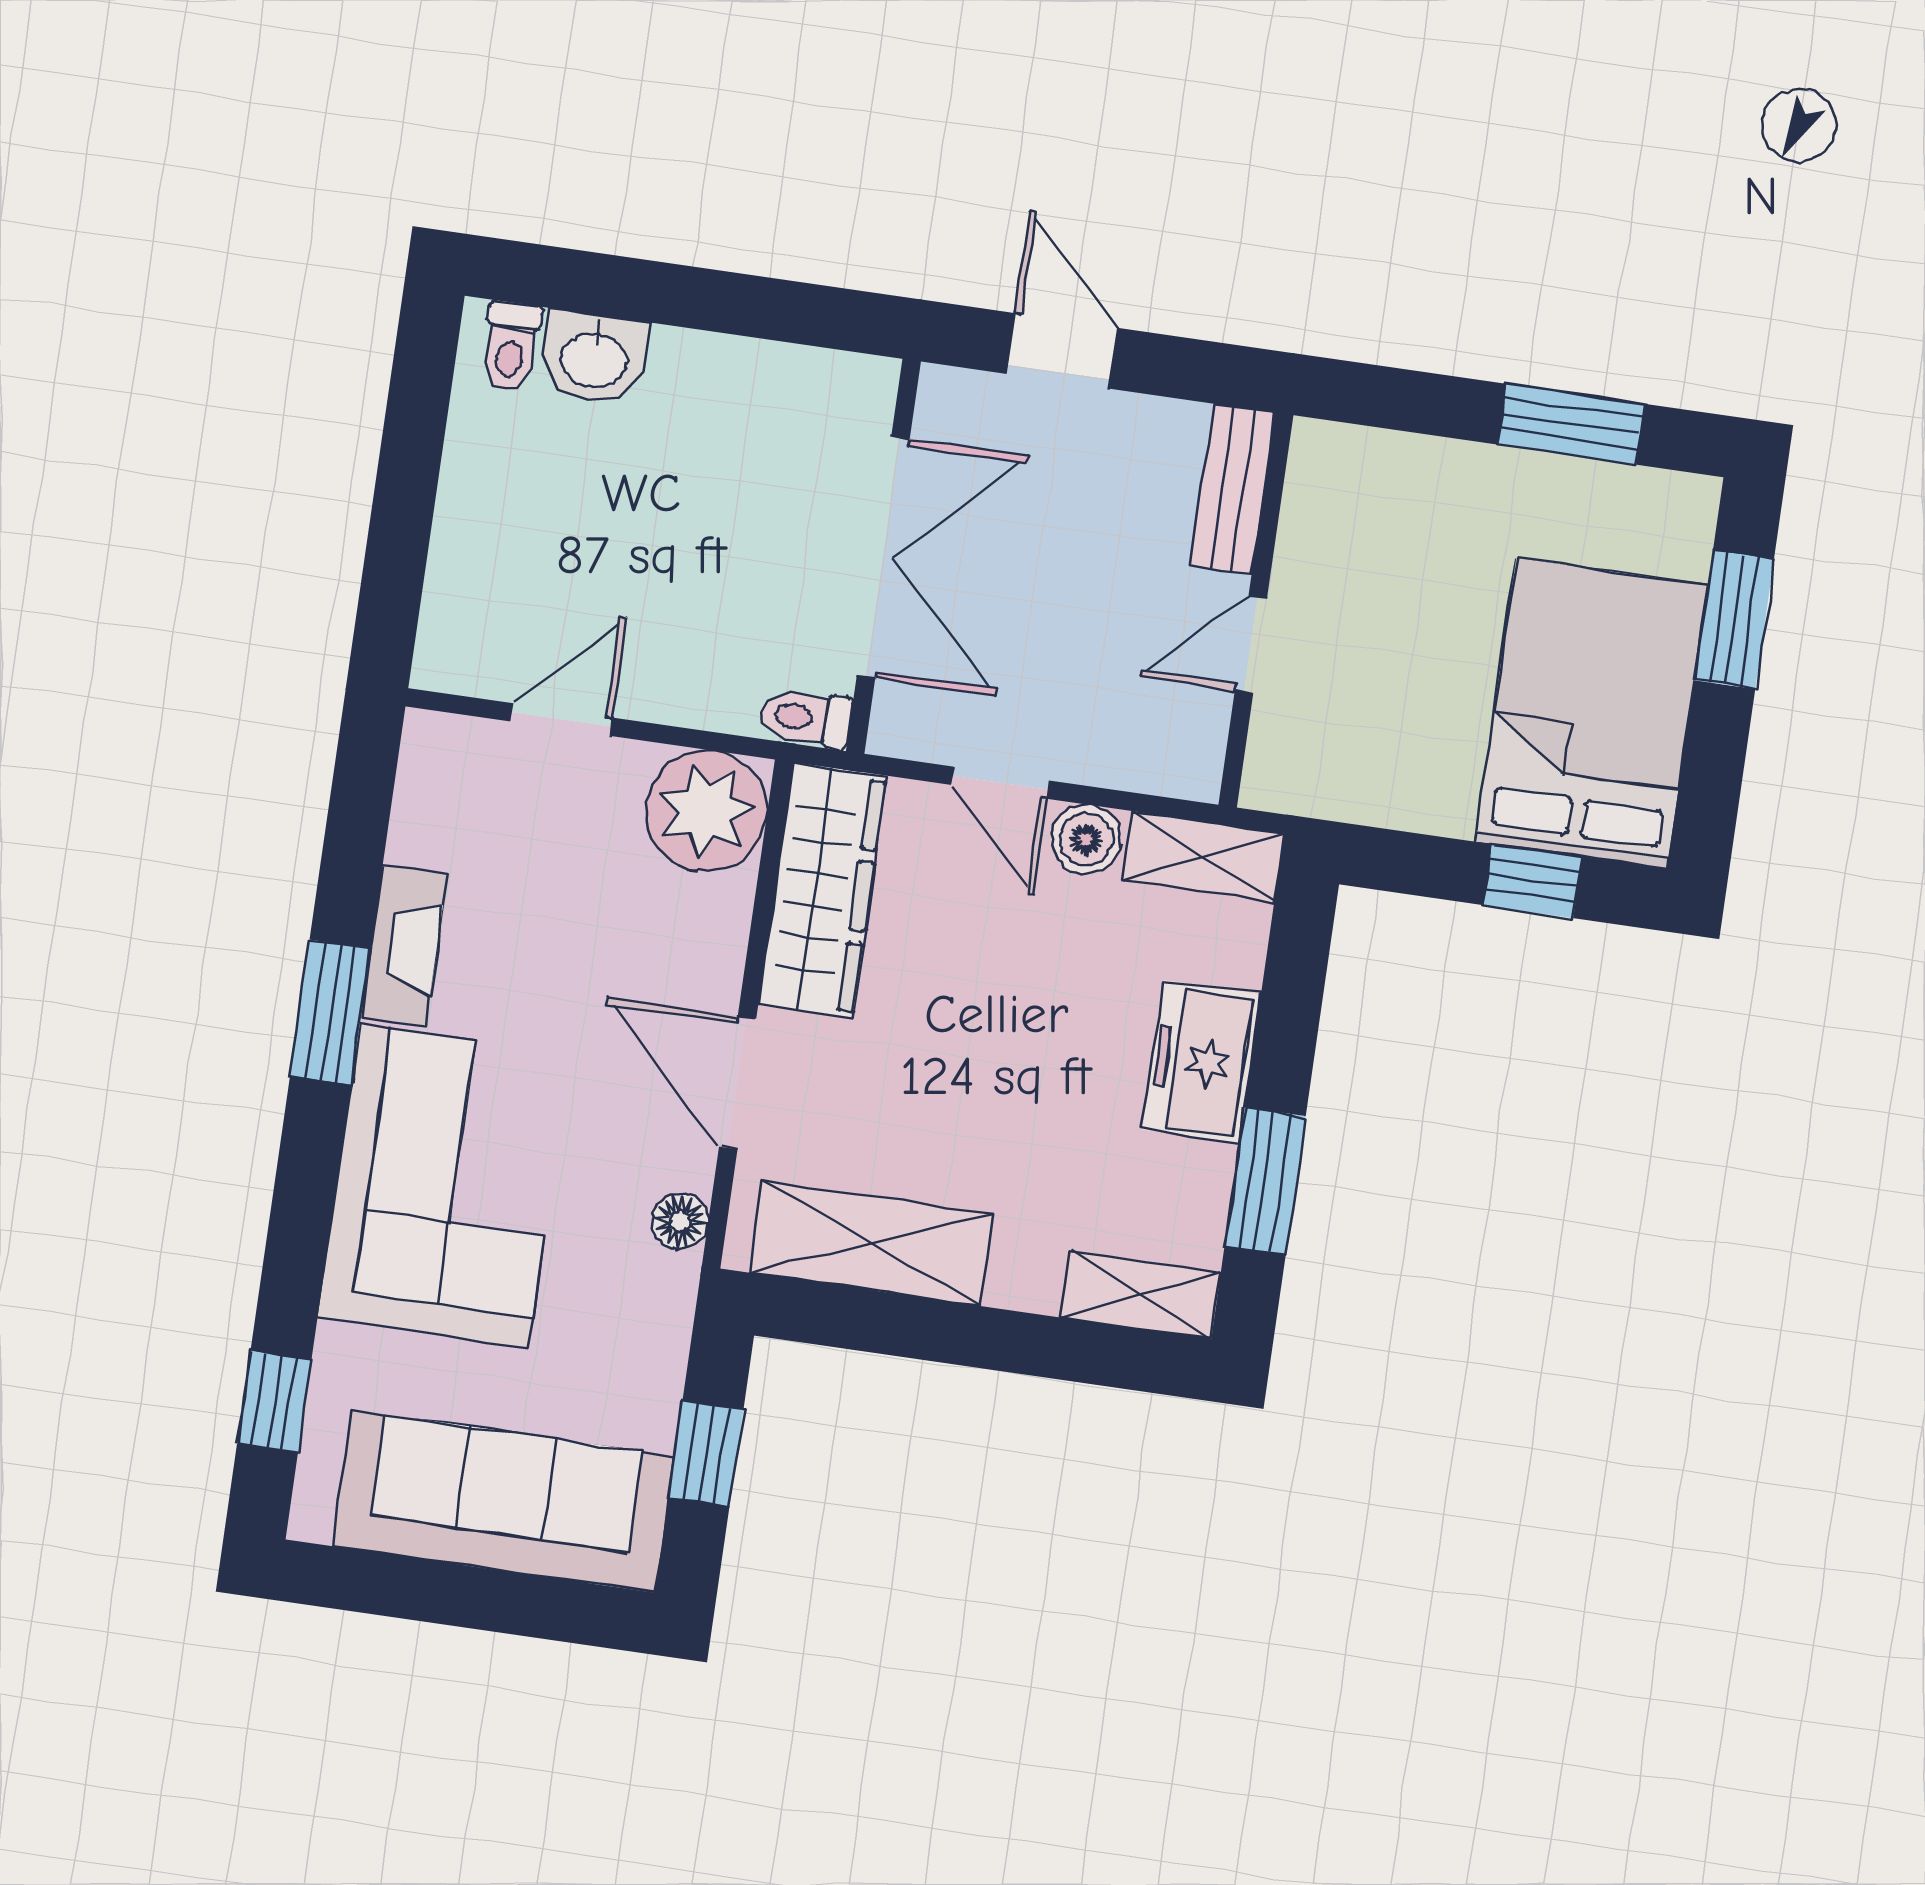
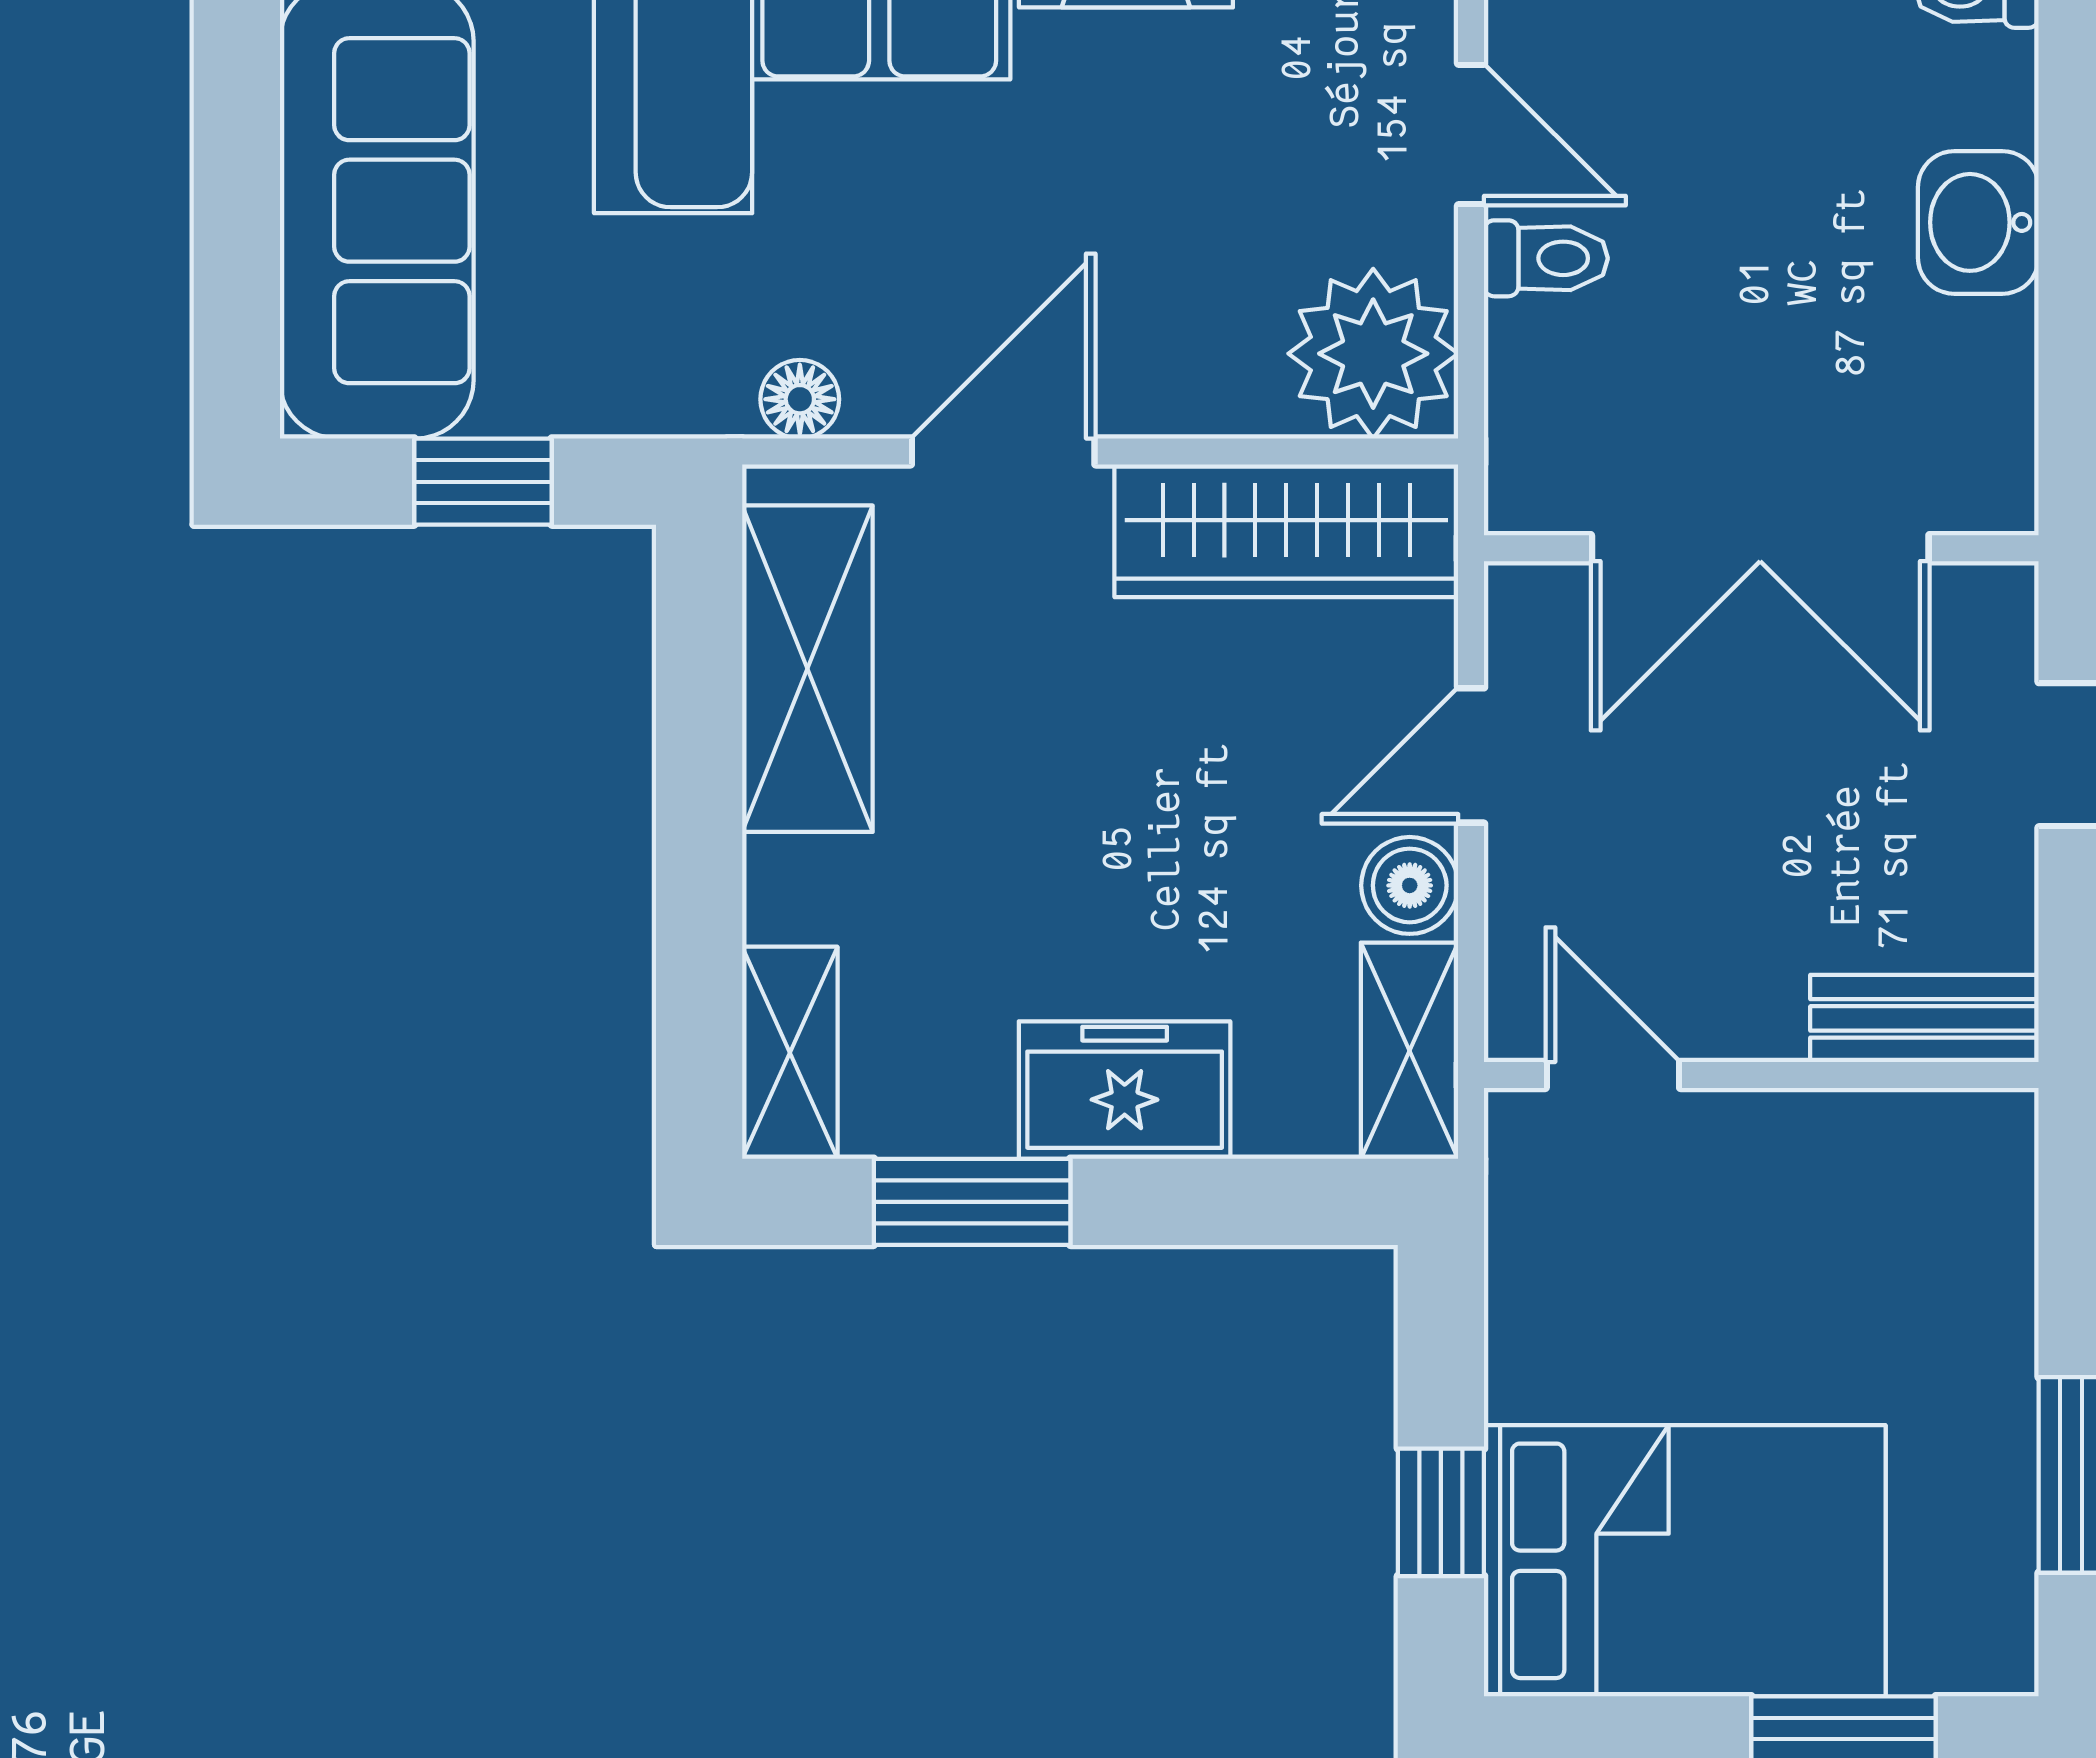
washbasin: (594, 358) -> (1978, 222), moved
door: (1251, 644) -> (1613, 1075), moved
toilet: (806, 718) -> (1546, 258), moved, turned 90

